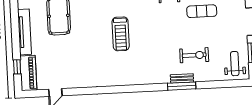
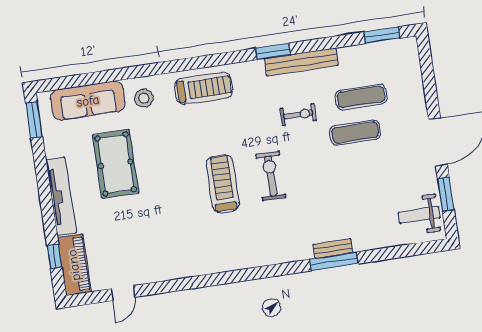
treadmill: (121, 34) -> (223, 184), turned 180
exercise bike: (194, 55) -> (271, 176), moved, turned -90
weight bench: (235, 64) -> (419, 215), turned -90

